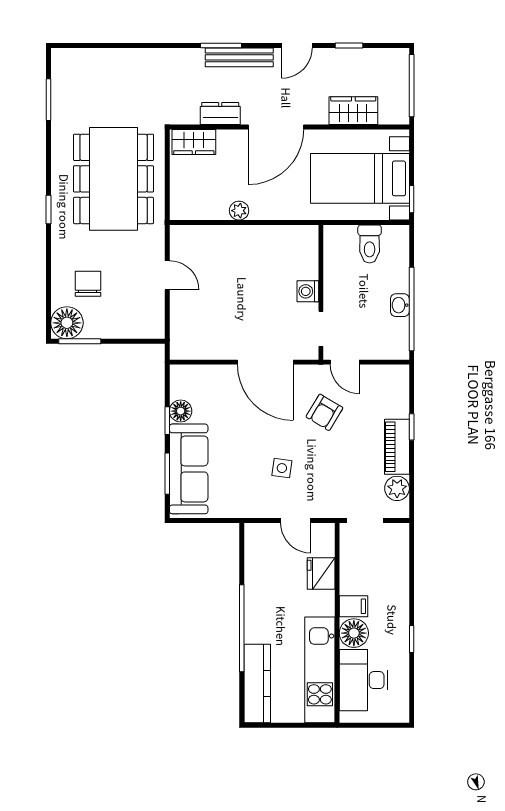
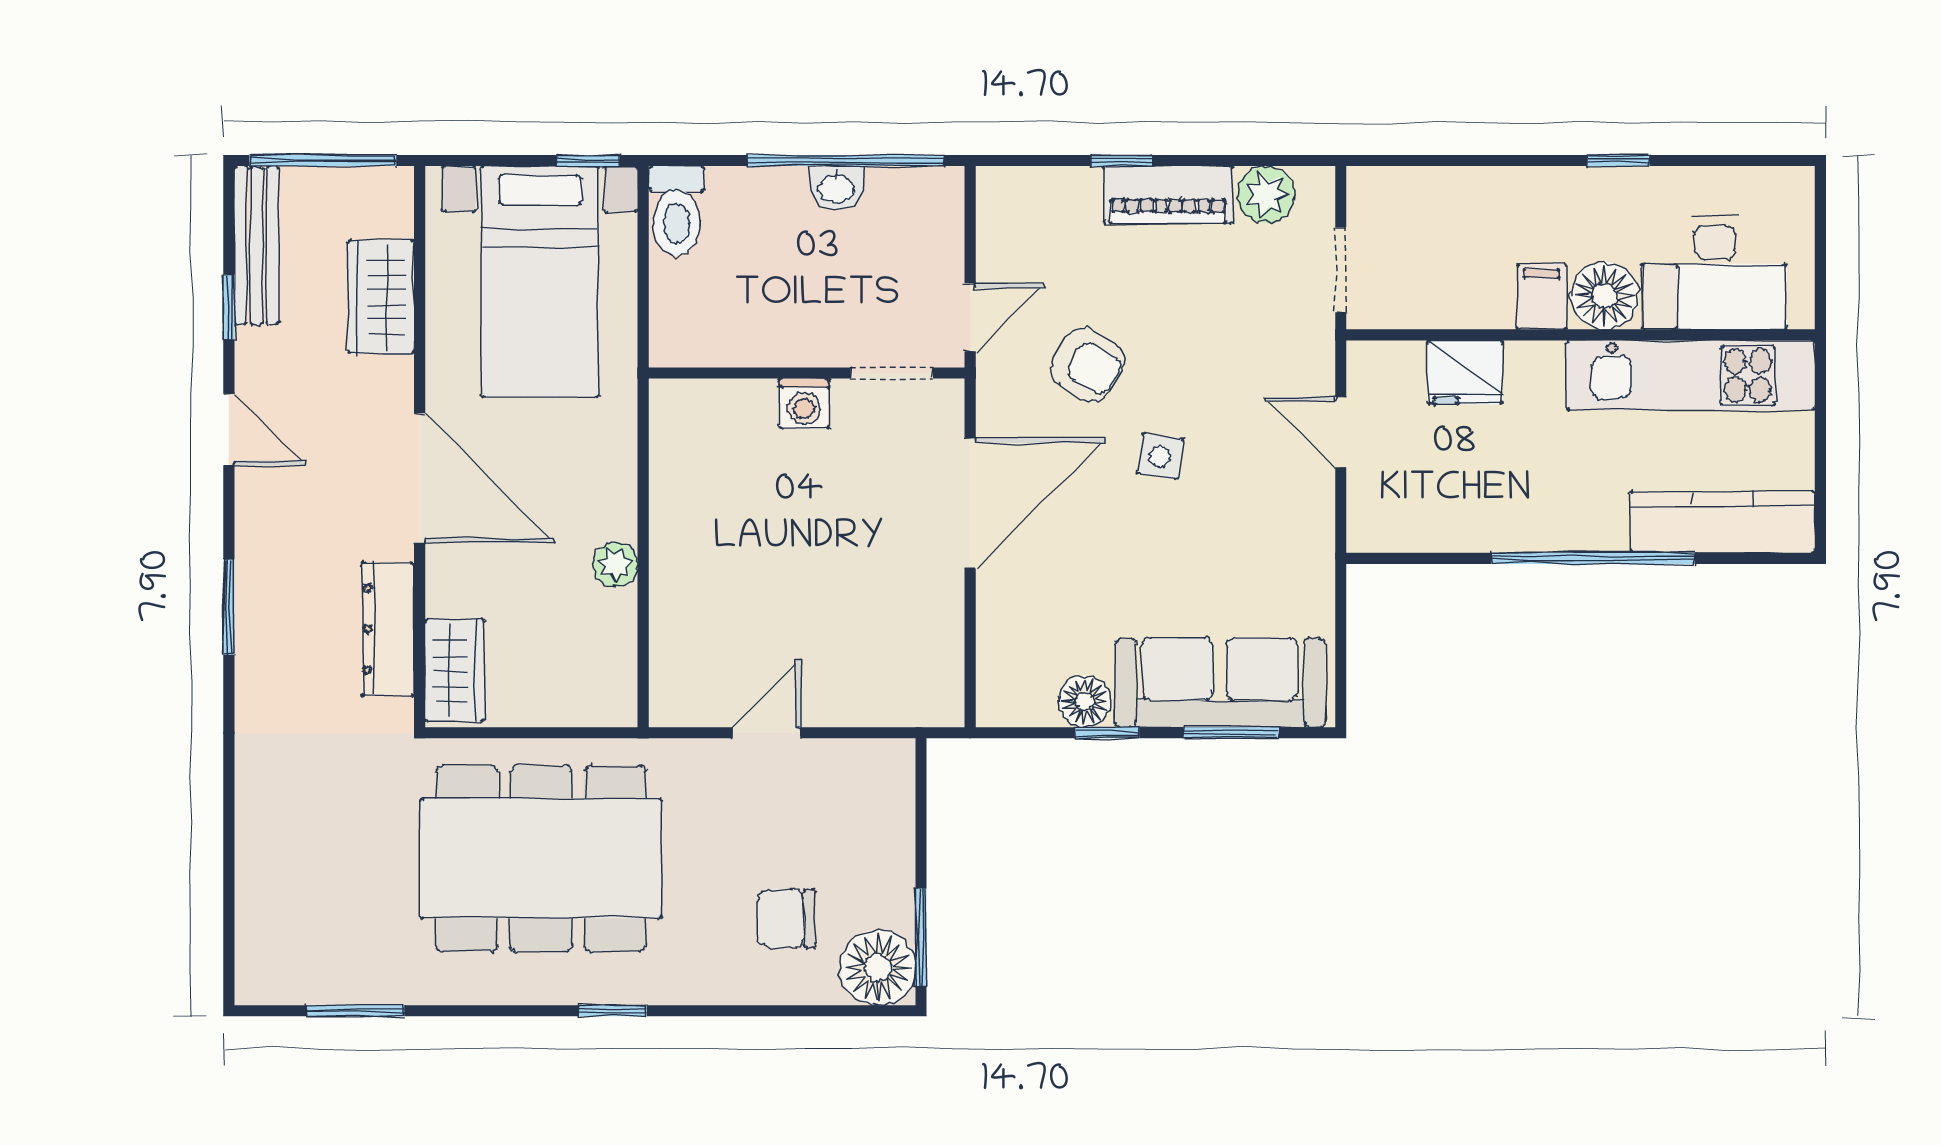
bench: (239, 57) -> (256, 246), moved
dresser: (220, 114) -> (388, 629), width x1.44
toilet: (370, 244) -> (676, 211), moved, turned 90
side table: (282, 468) -> (1160, 456), moved
door: (296, 520) -> (1341, 432), swing flipped

